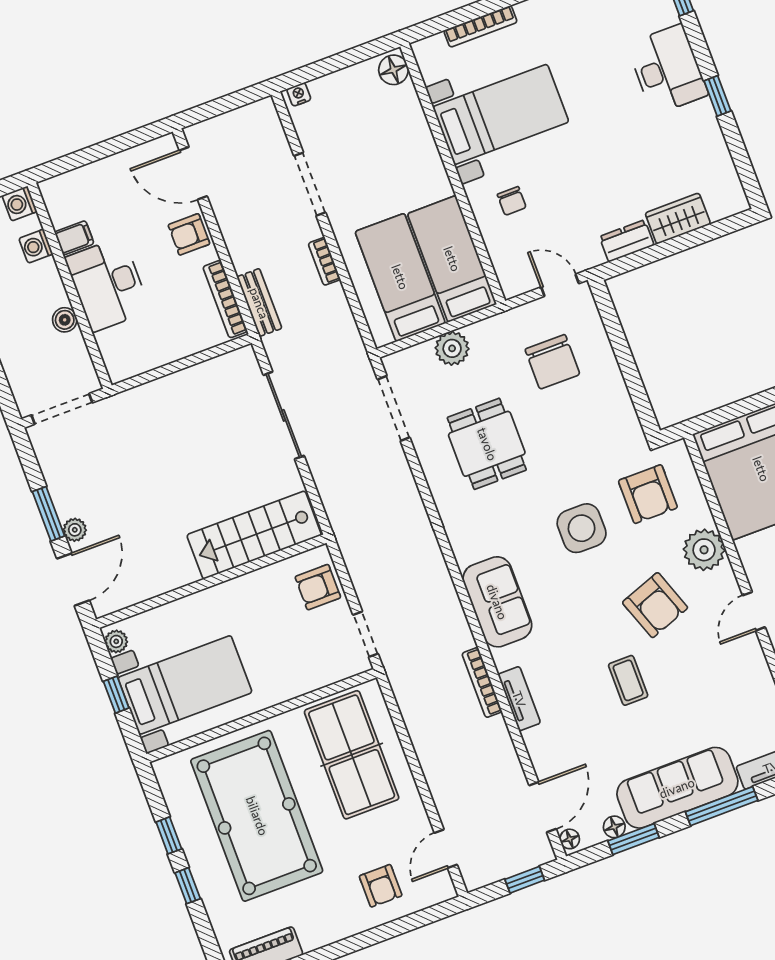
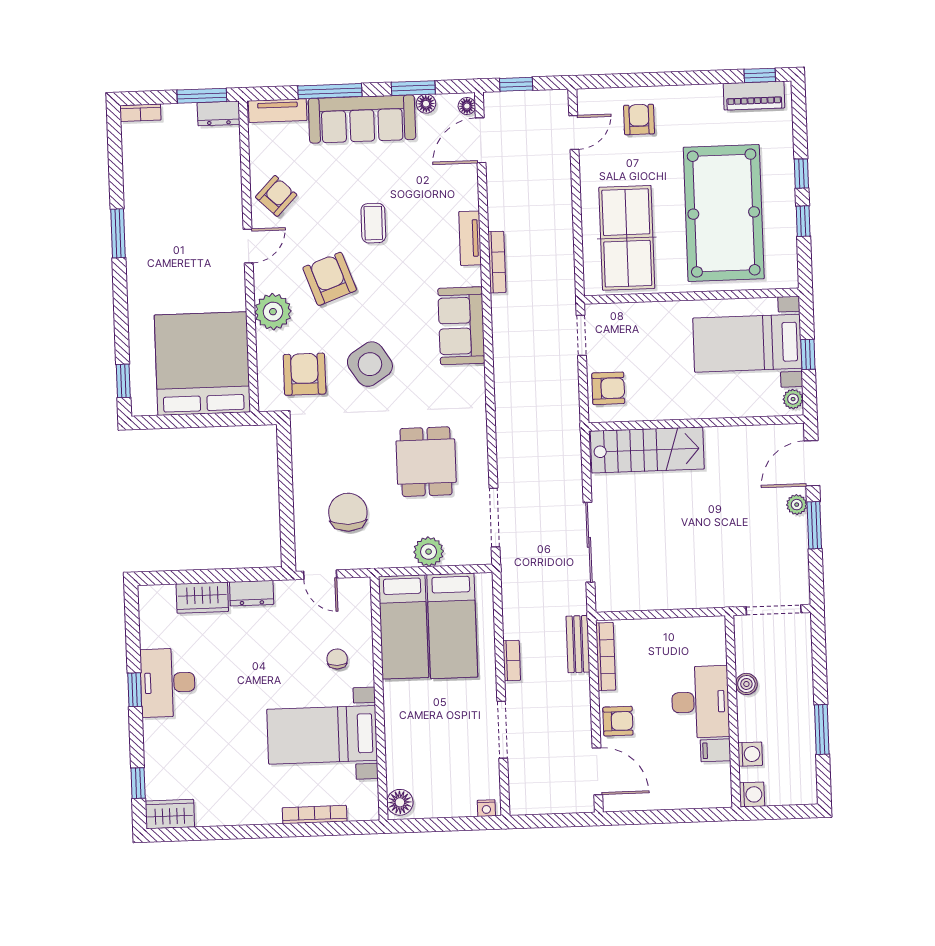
desk: (667, 69) -> (168, 683), moved
side table: (582, 528) -> (370, 364), turned -33
armchair: (742, 675) -> (276, 196), added

